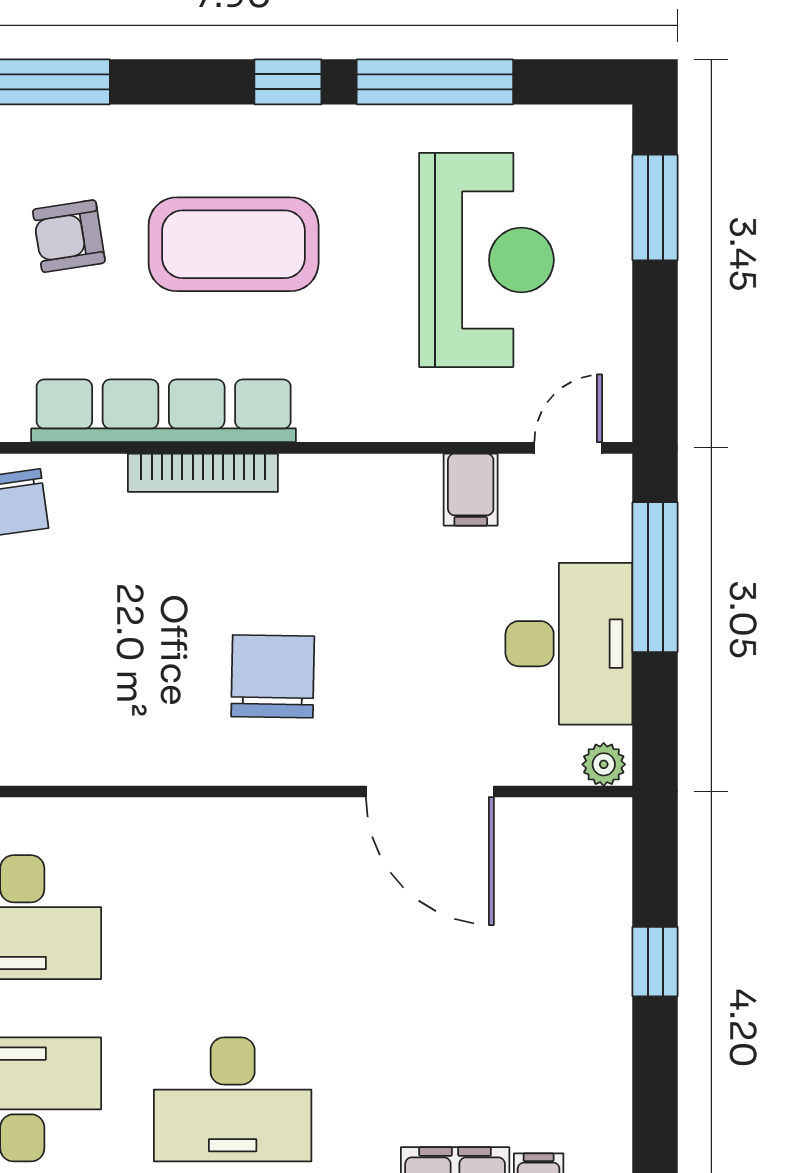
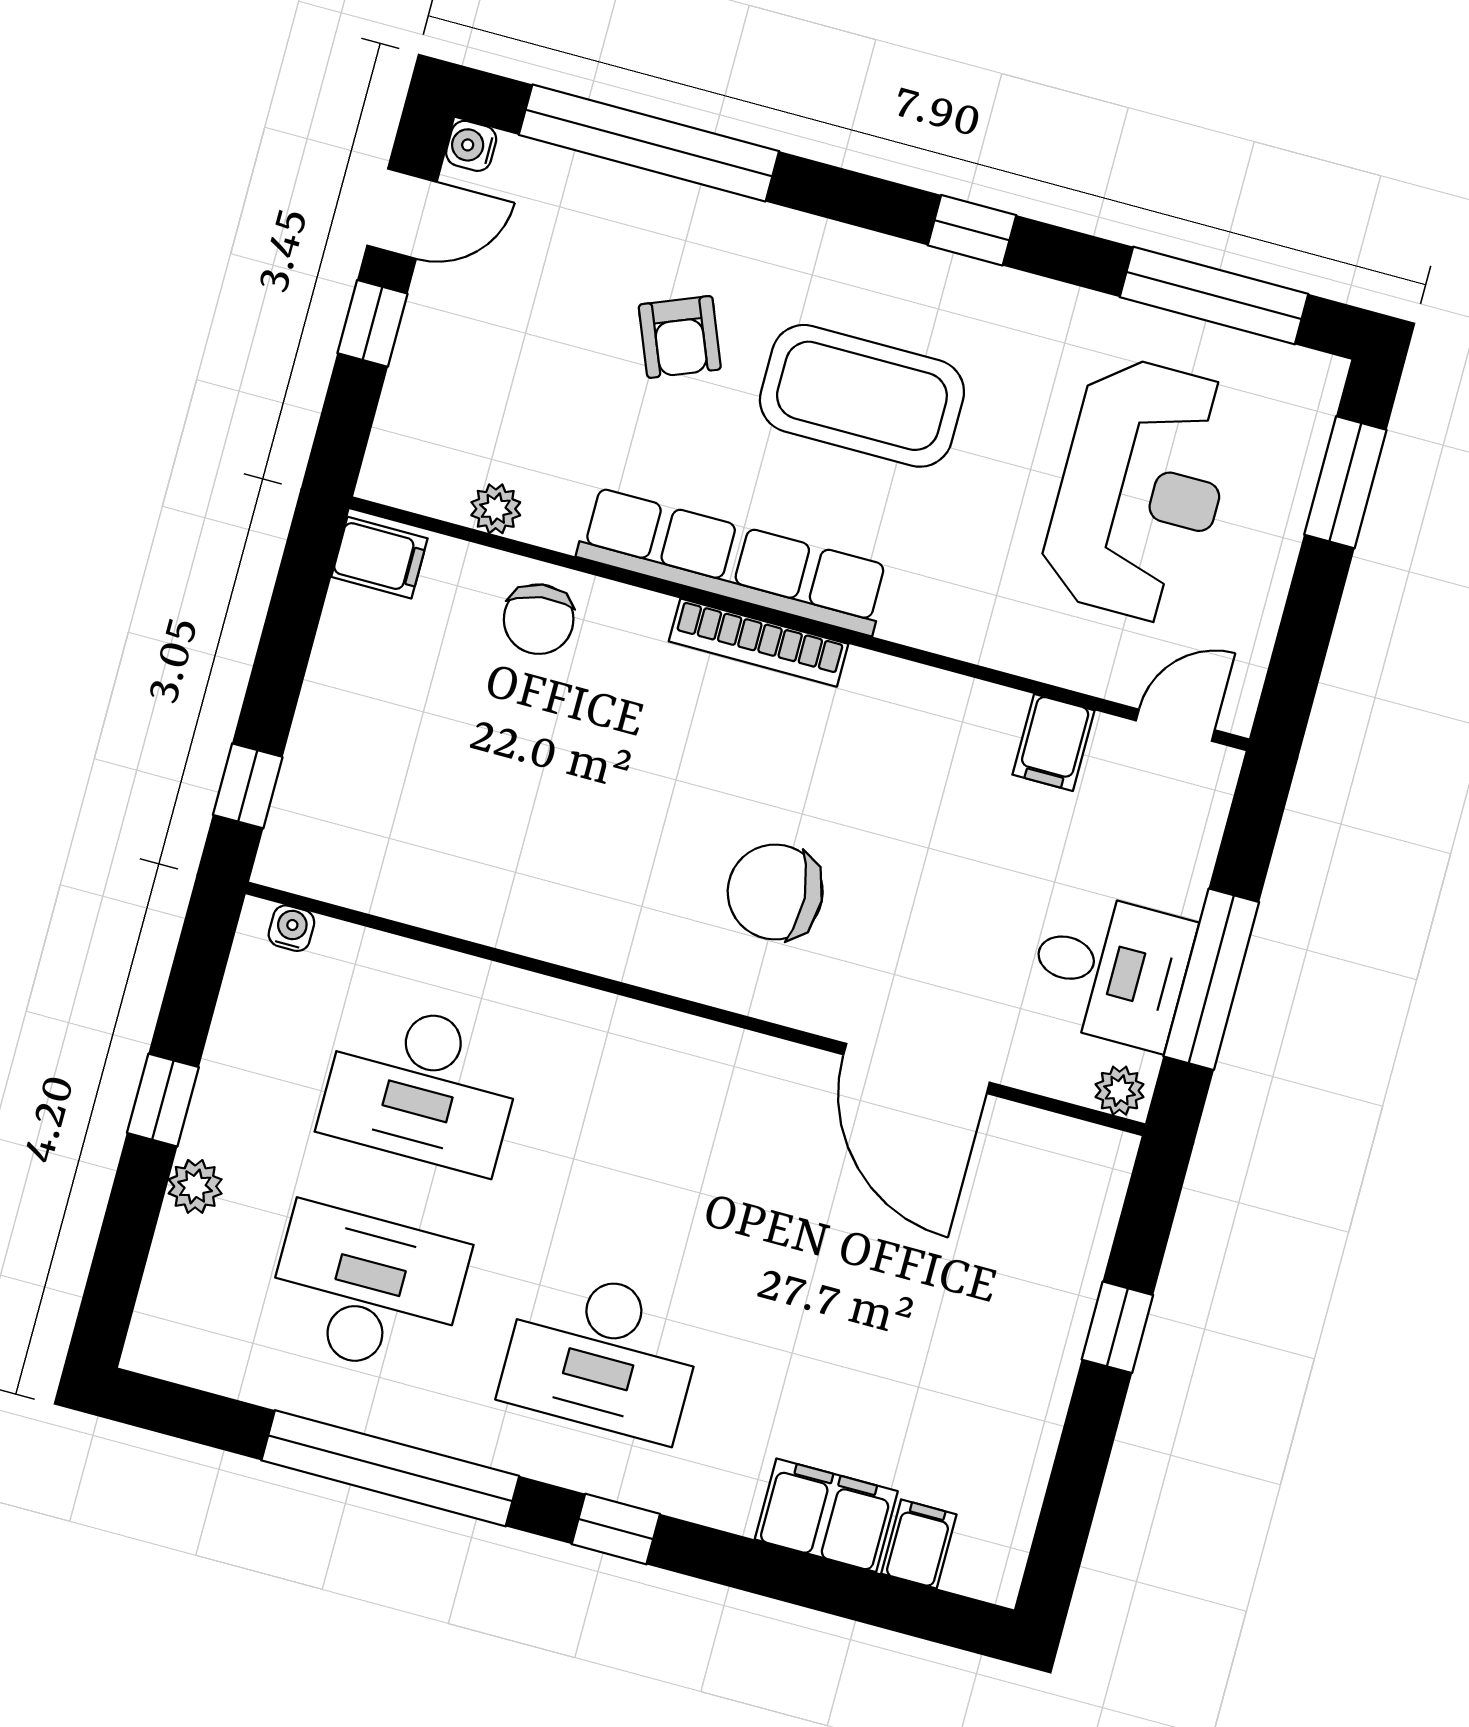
window: (435, 82) -> (1214, 296), moved
armchair: (69, 236) -> (680, 337), turned -103
window: (655, 577) -> (1211, 979), moved
desk: (569, 644) -> (1110, 970), width x0.73
chair: (273, 676) -> (775, 892), turned -95

